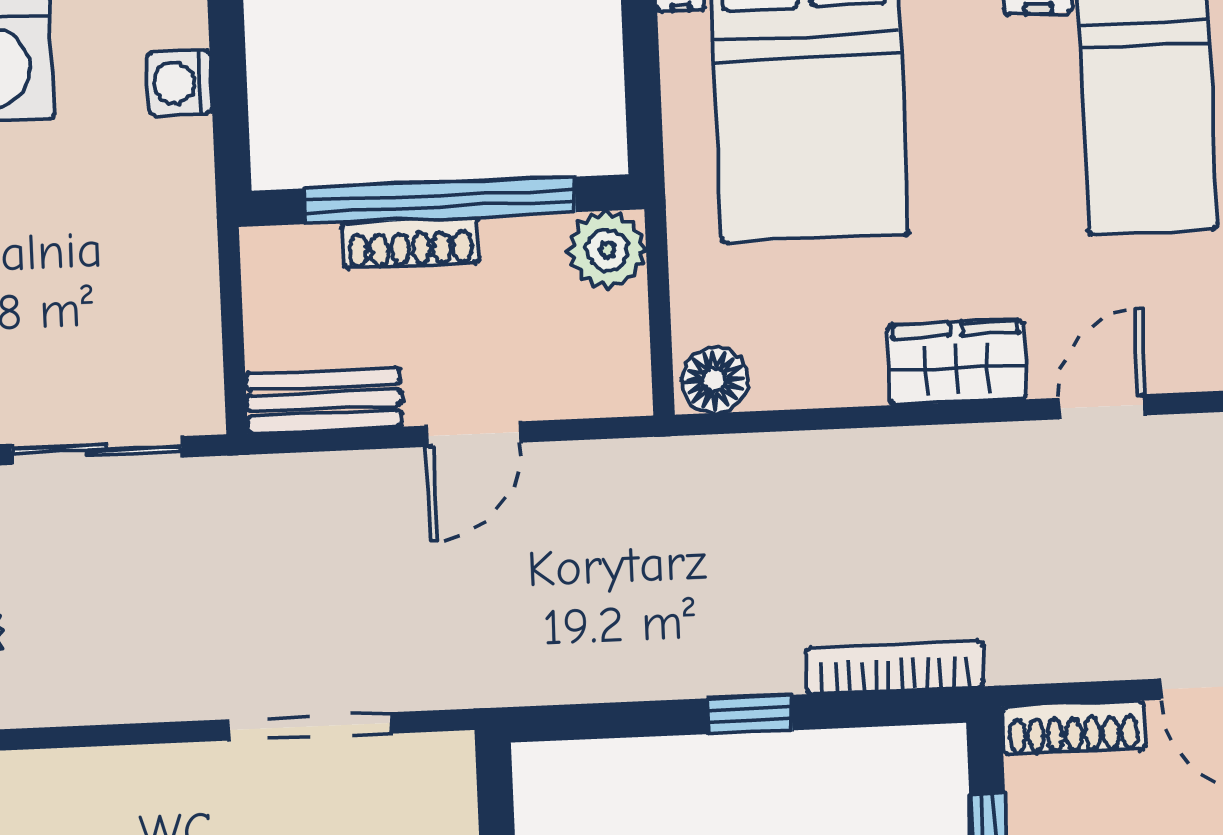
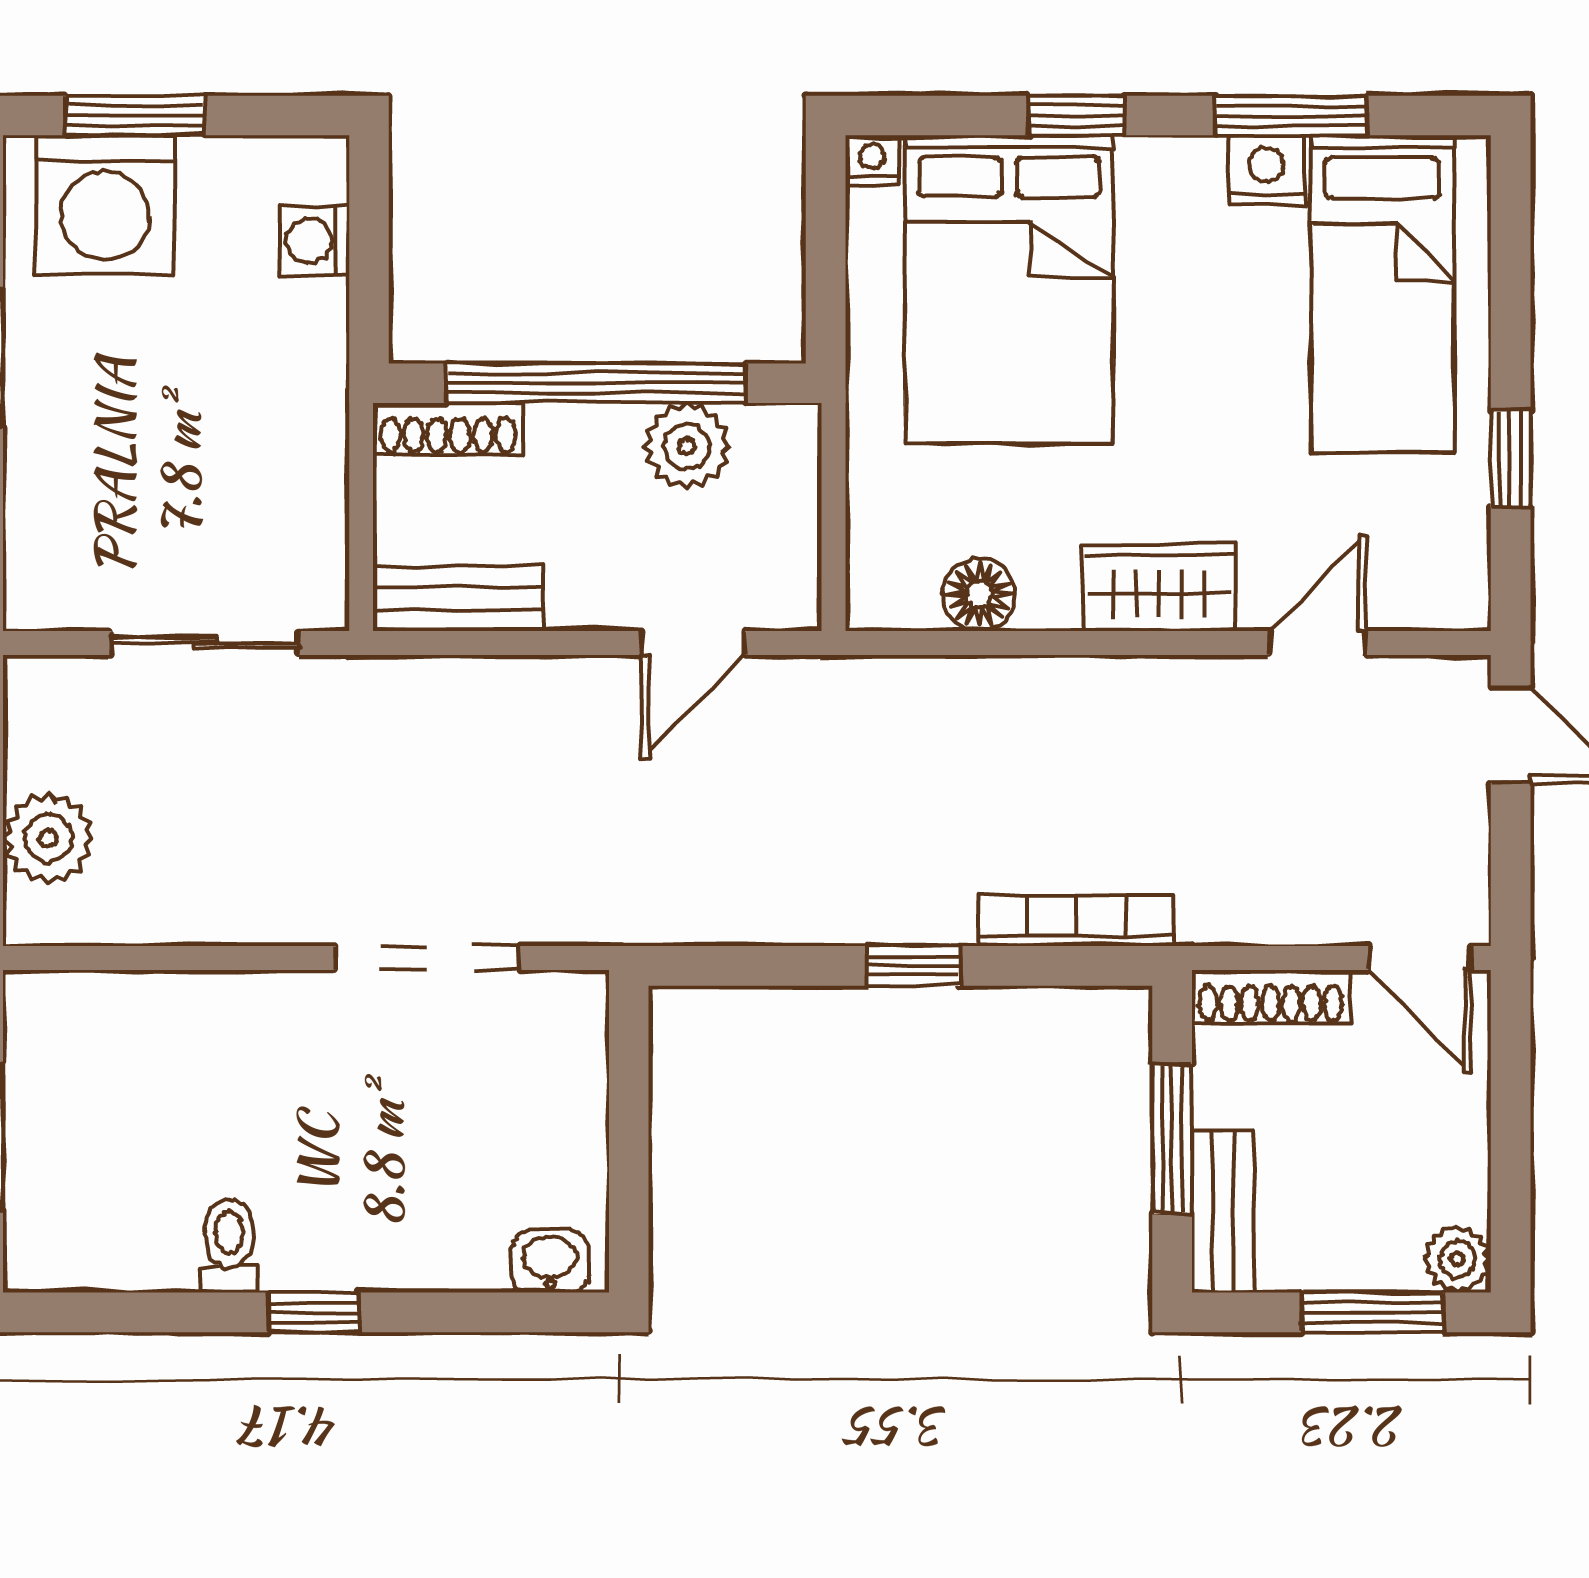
shoe rack: (410, 243) -> (448, 428), moved
plant: (607, 250) -> (687, 446), moved
floor lamp: (715, 380) -> (979, 595), moved
door: (473, 434) -> (693, 643), moved

